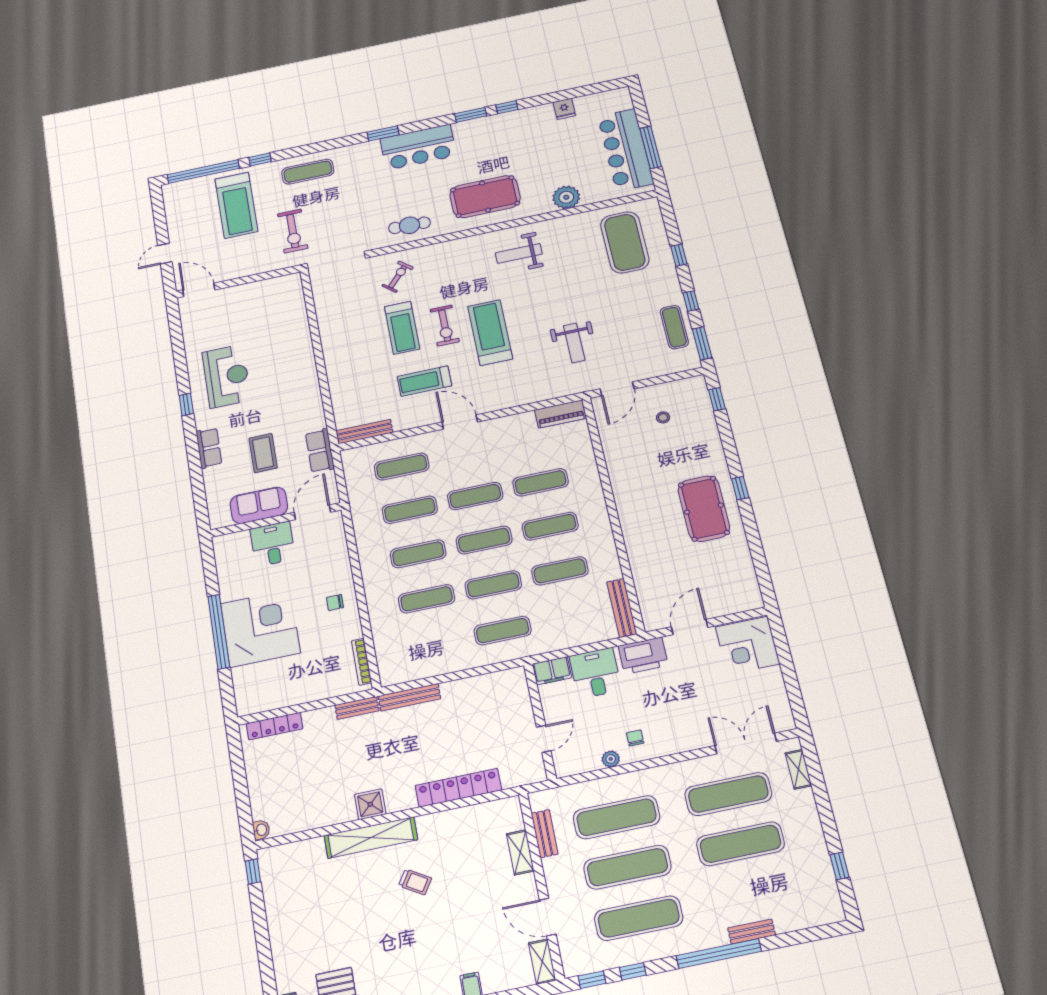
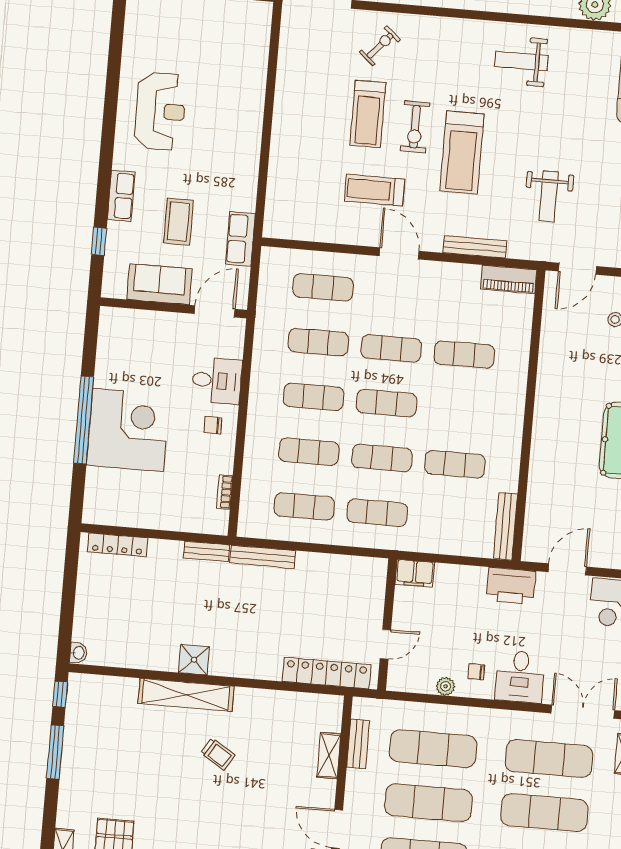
treadmill: (490, 333) -> (462, 153), turned 180
window: (186, 404) -> (99, 241), moved
bench: (364, 432) -> (475, 247), moved
exercise mat: (550, 526) -> (304, 506), moved
desk: (273, 544) -> (217, 381), moved, turned 90
bookcase: (362, 662) -> (225, 492), width x0.64
desk: (595, 673) -> (520, 677), moved, turned 180
chair: (635, 738) -> (476, 672), turned -90
locker: (458, 788) -> (326, 673), moved
window: (261, 925) -> (55, 752), added

